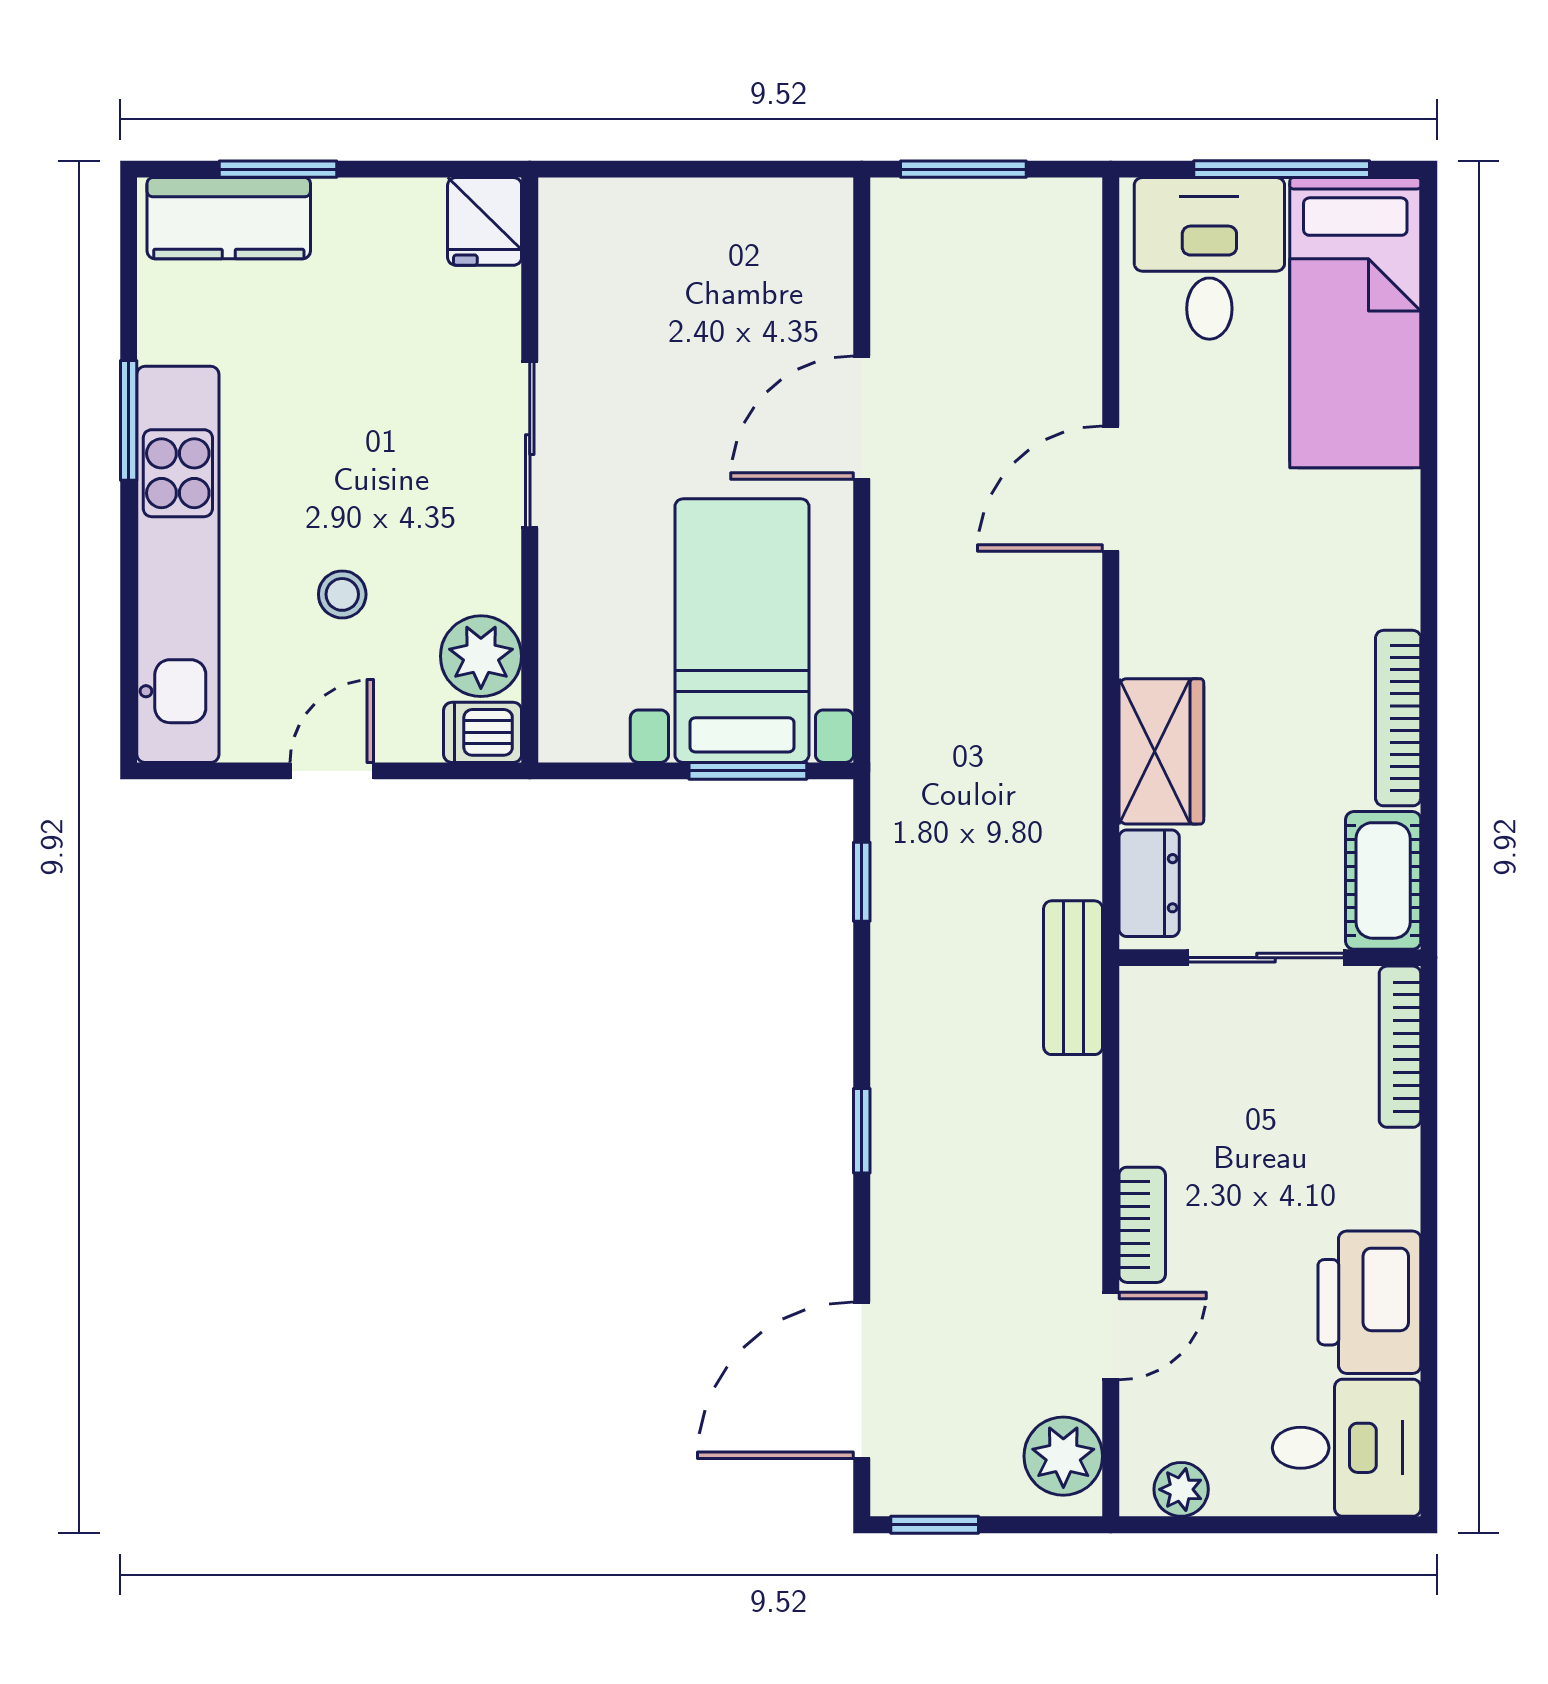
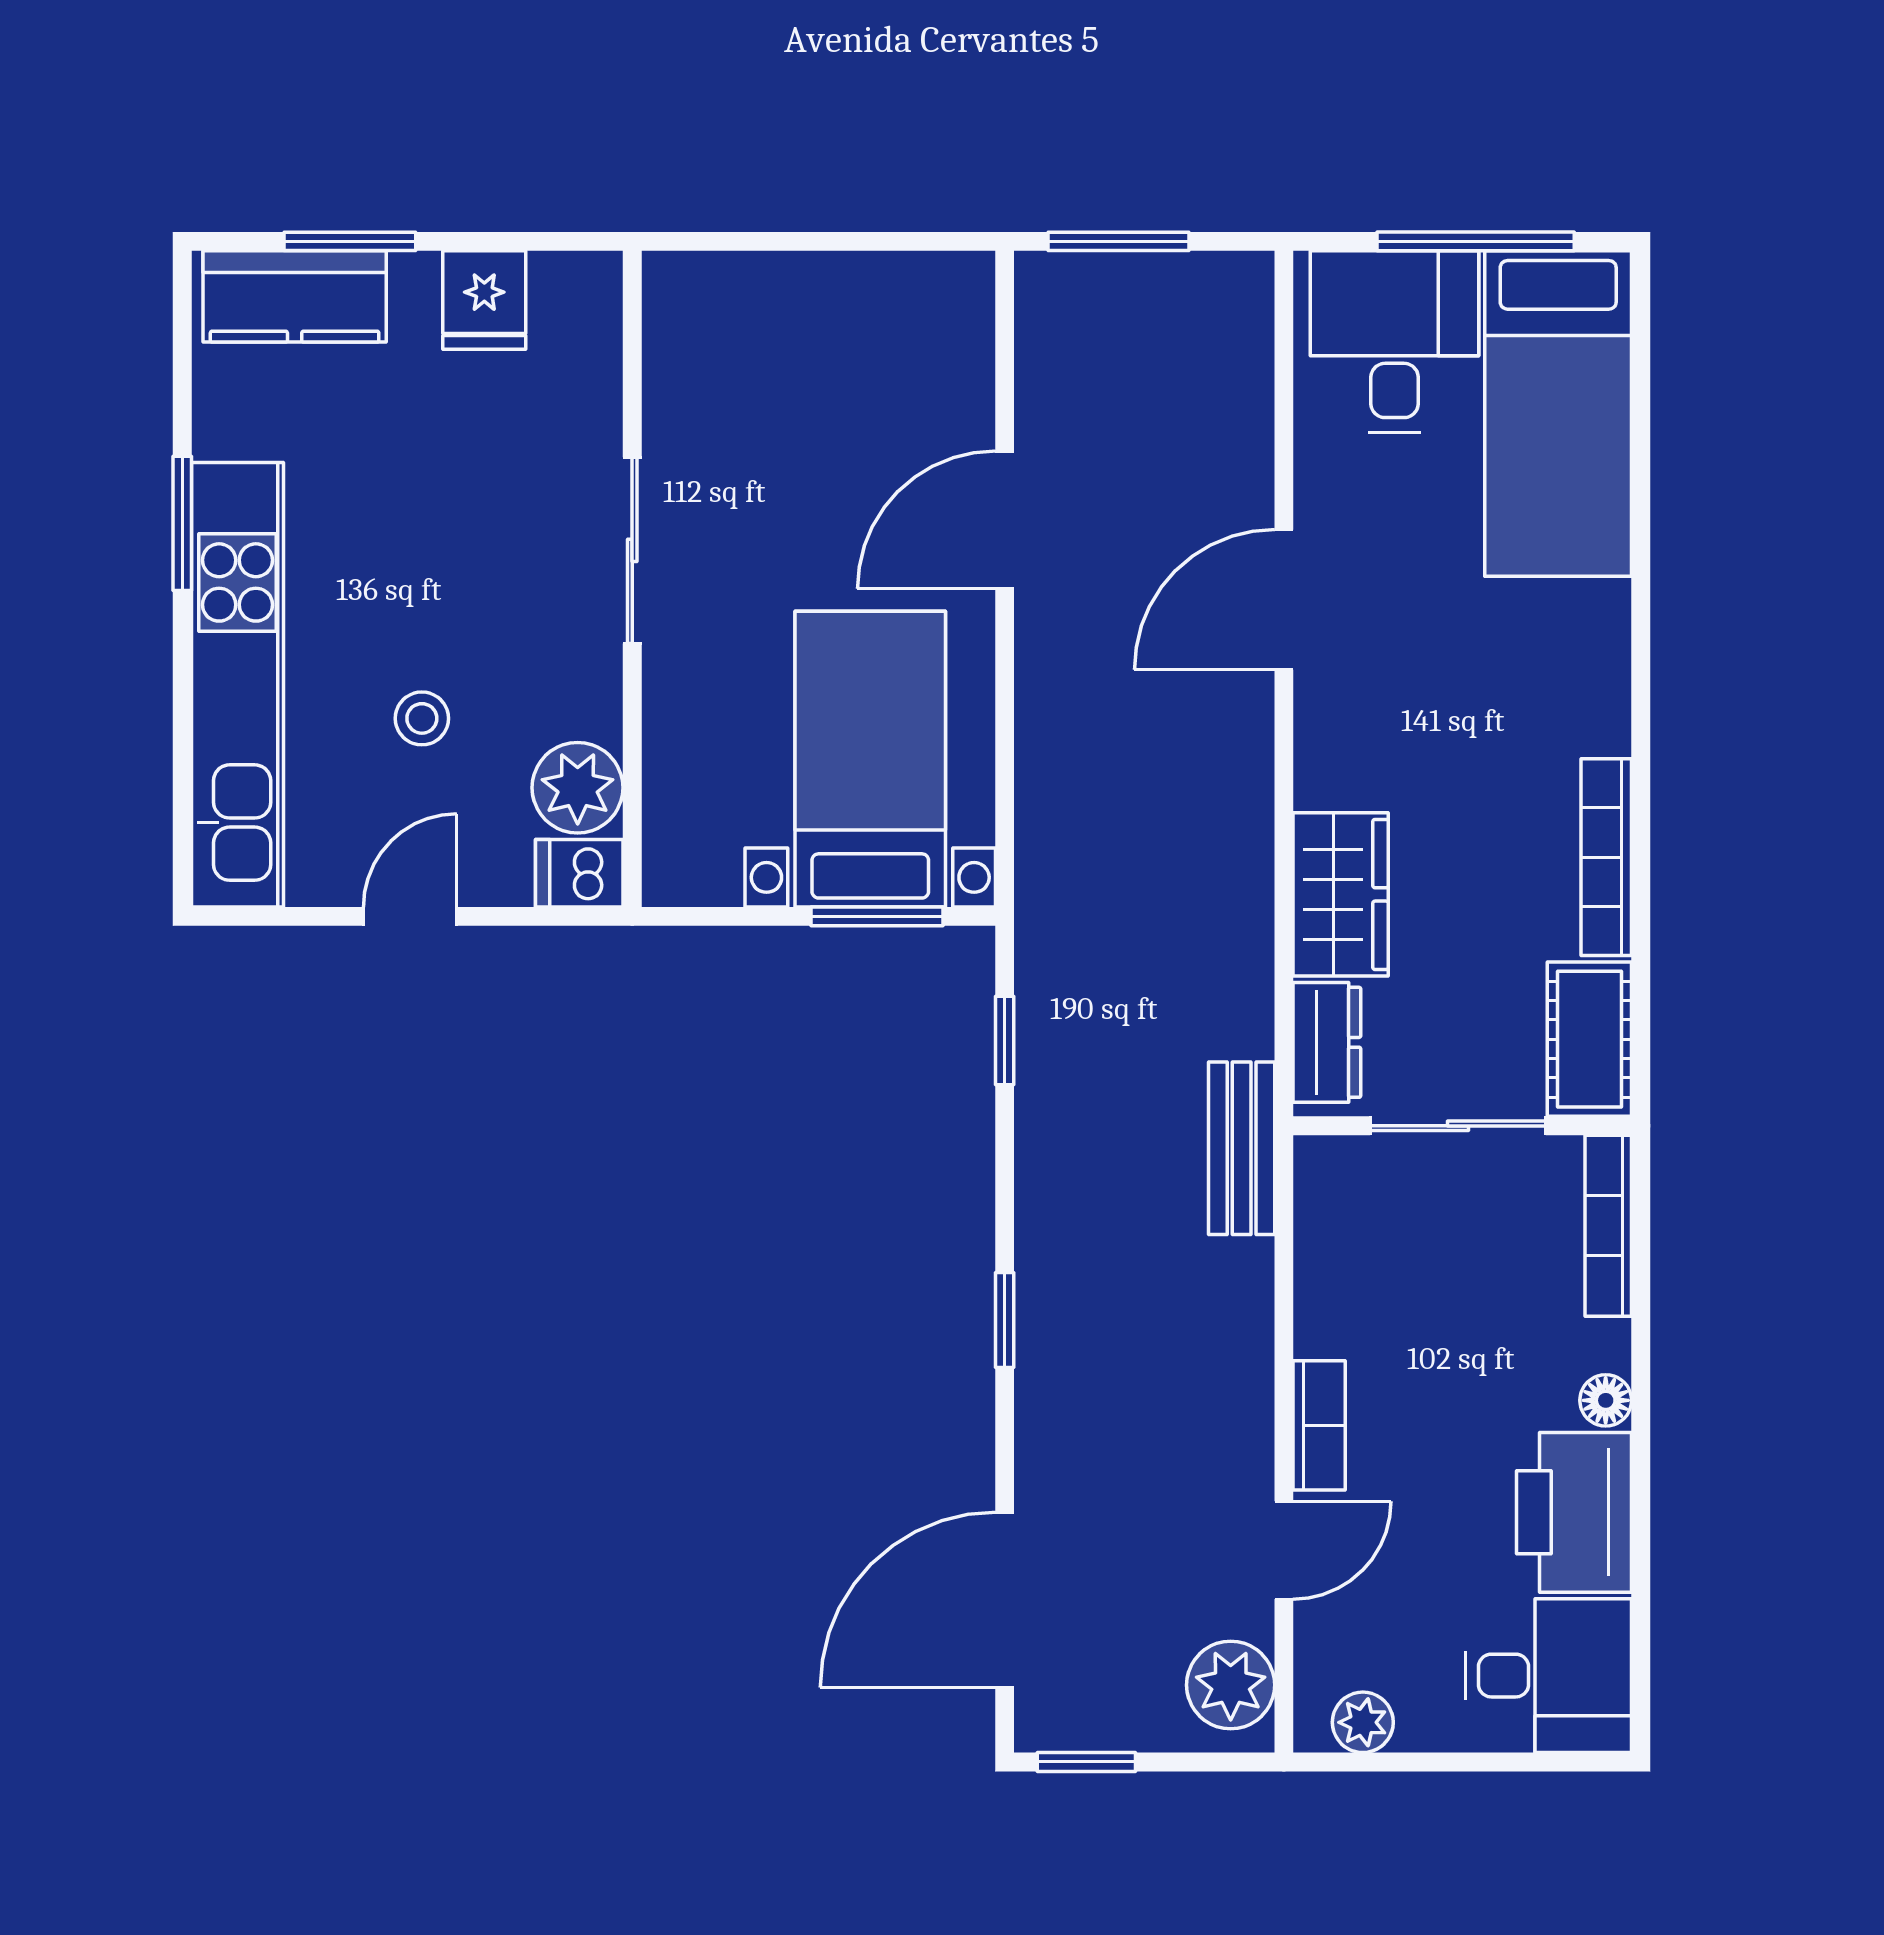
fridge: (485, 221) -> (484, 300), moved
floor lamp: (1398, 1202) -> (1606, 1400), added

